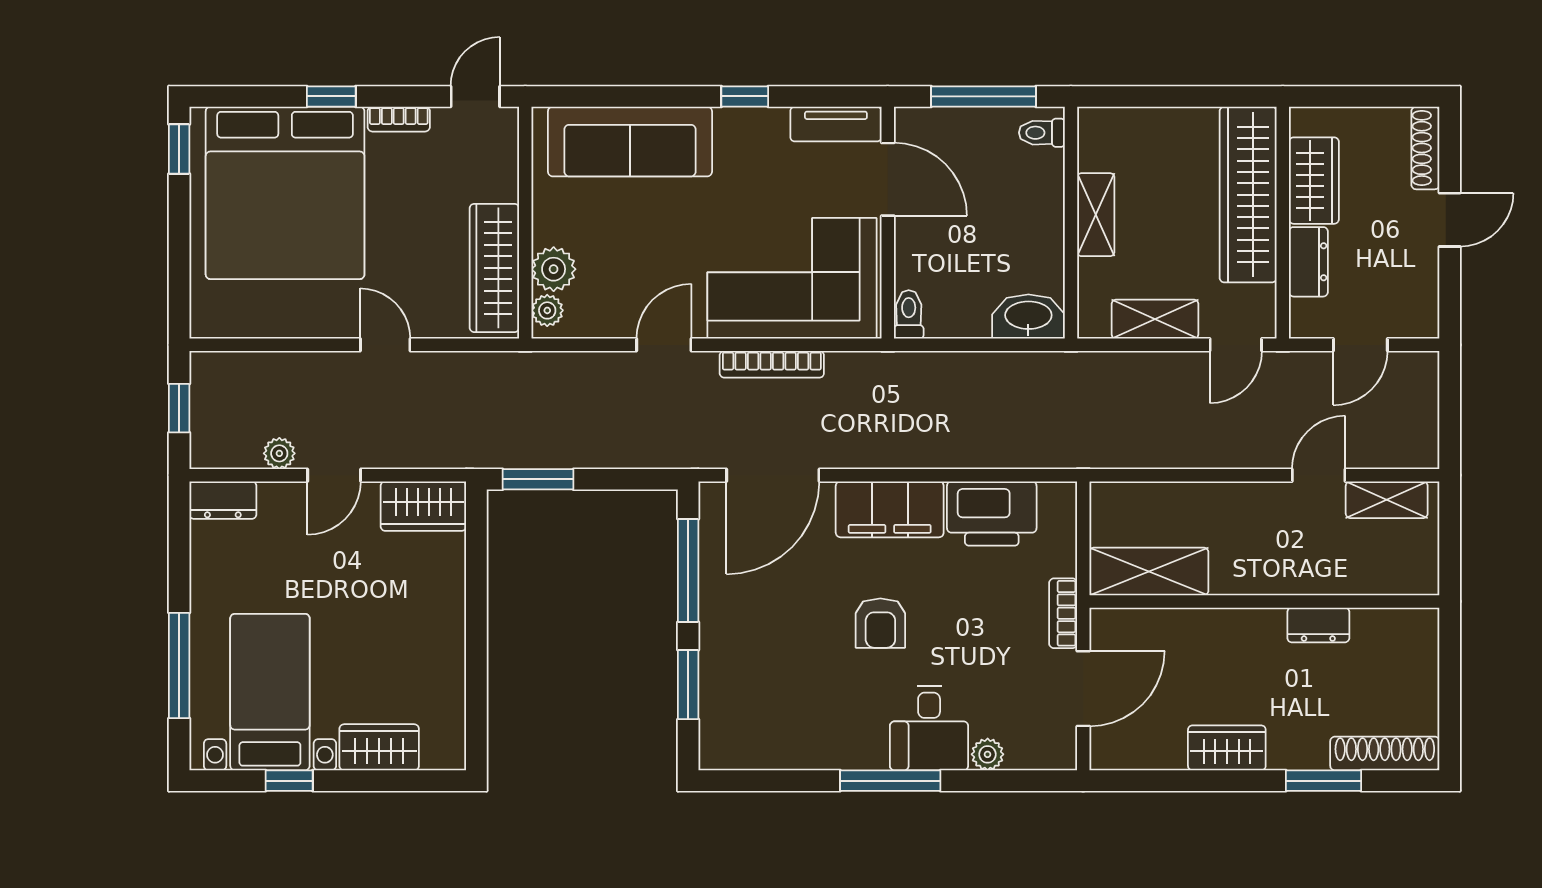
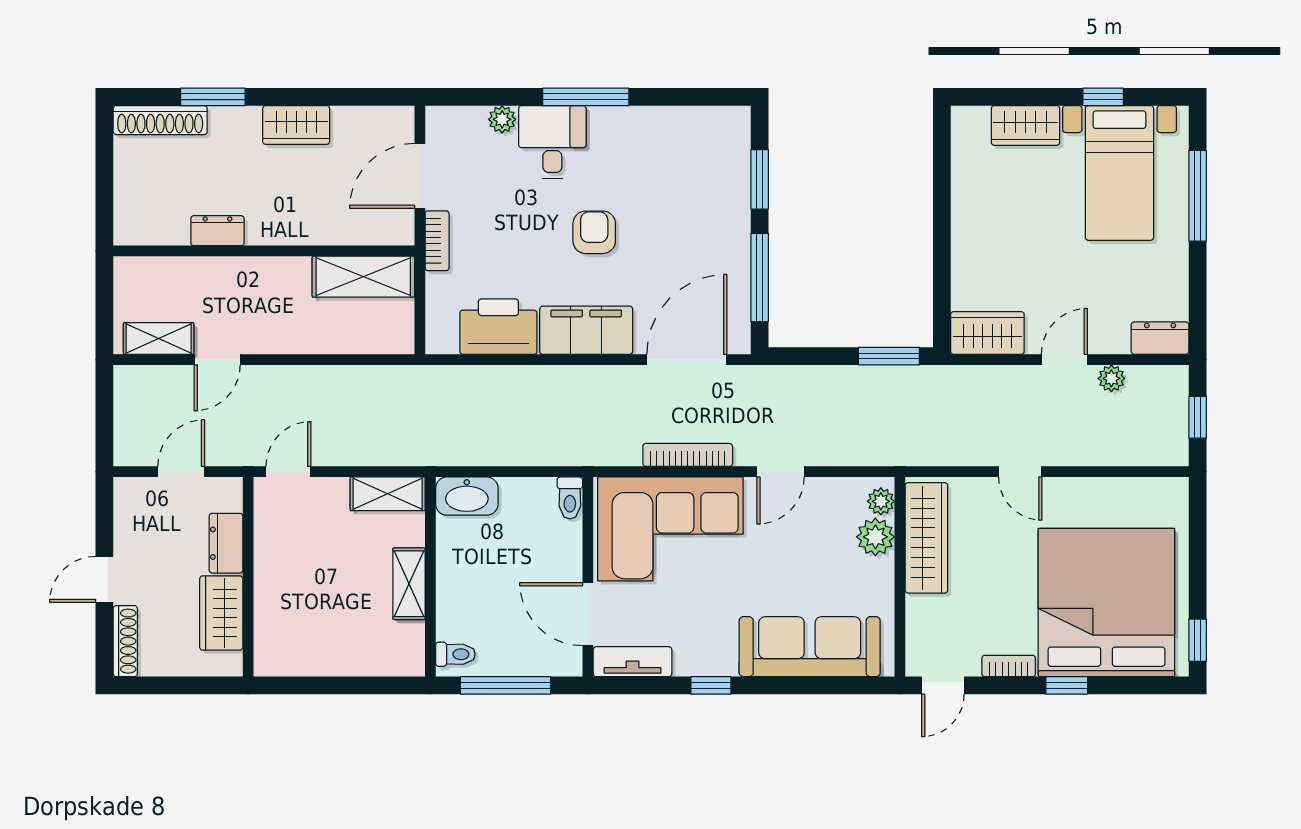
wardrobe: (1248, 195) -> (278, 601), removed
shelving: (1155, 319) -> (388, 494), moved

